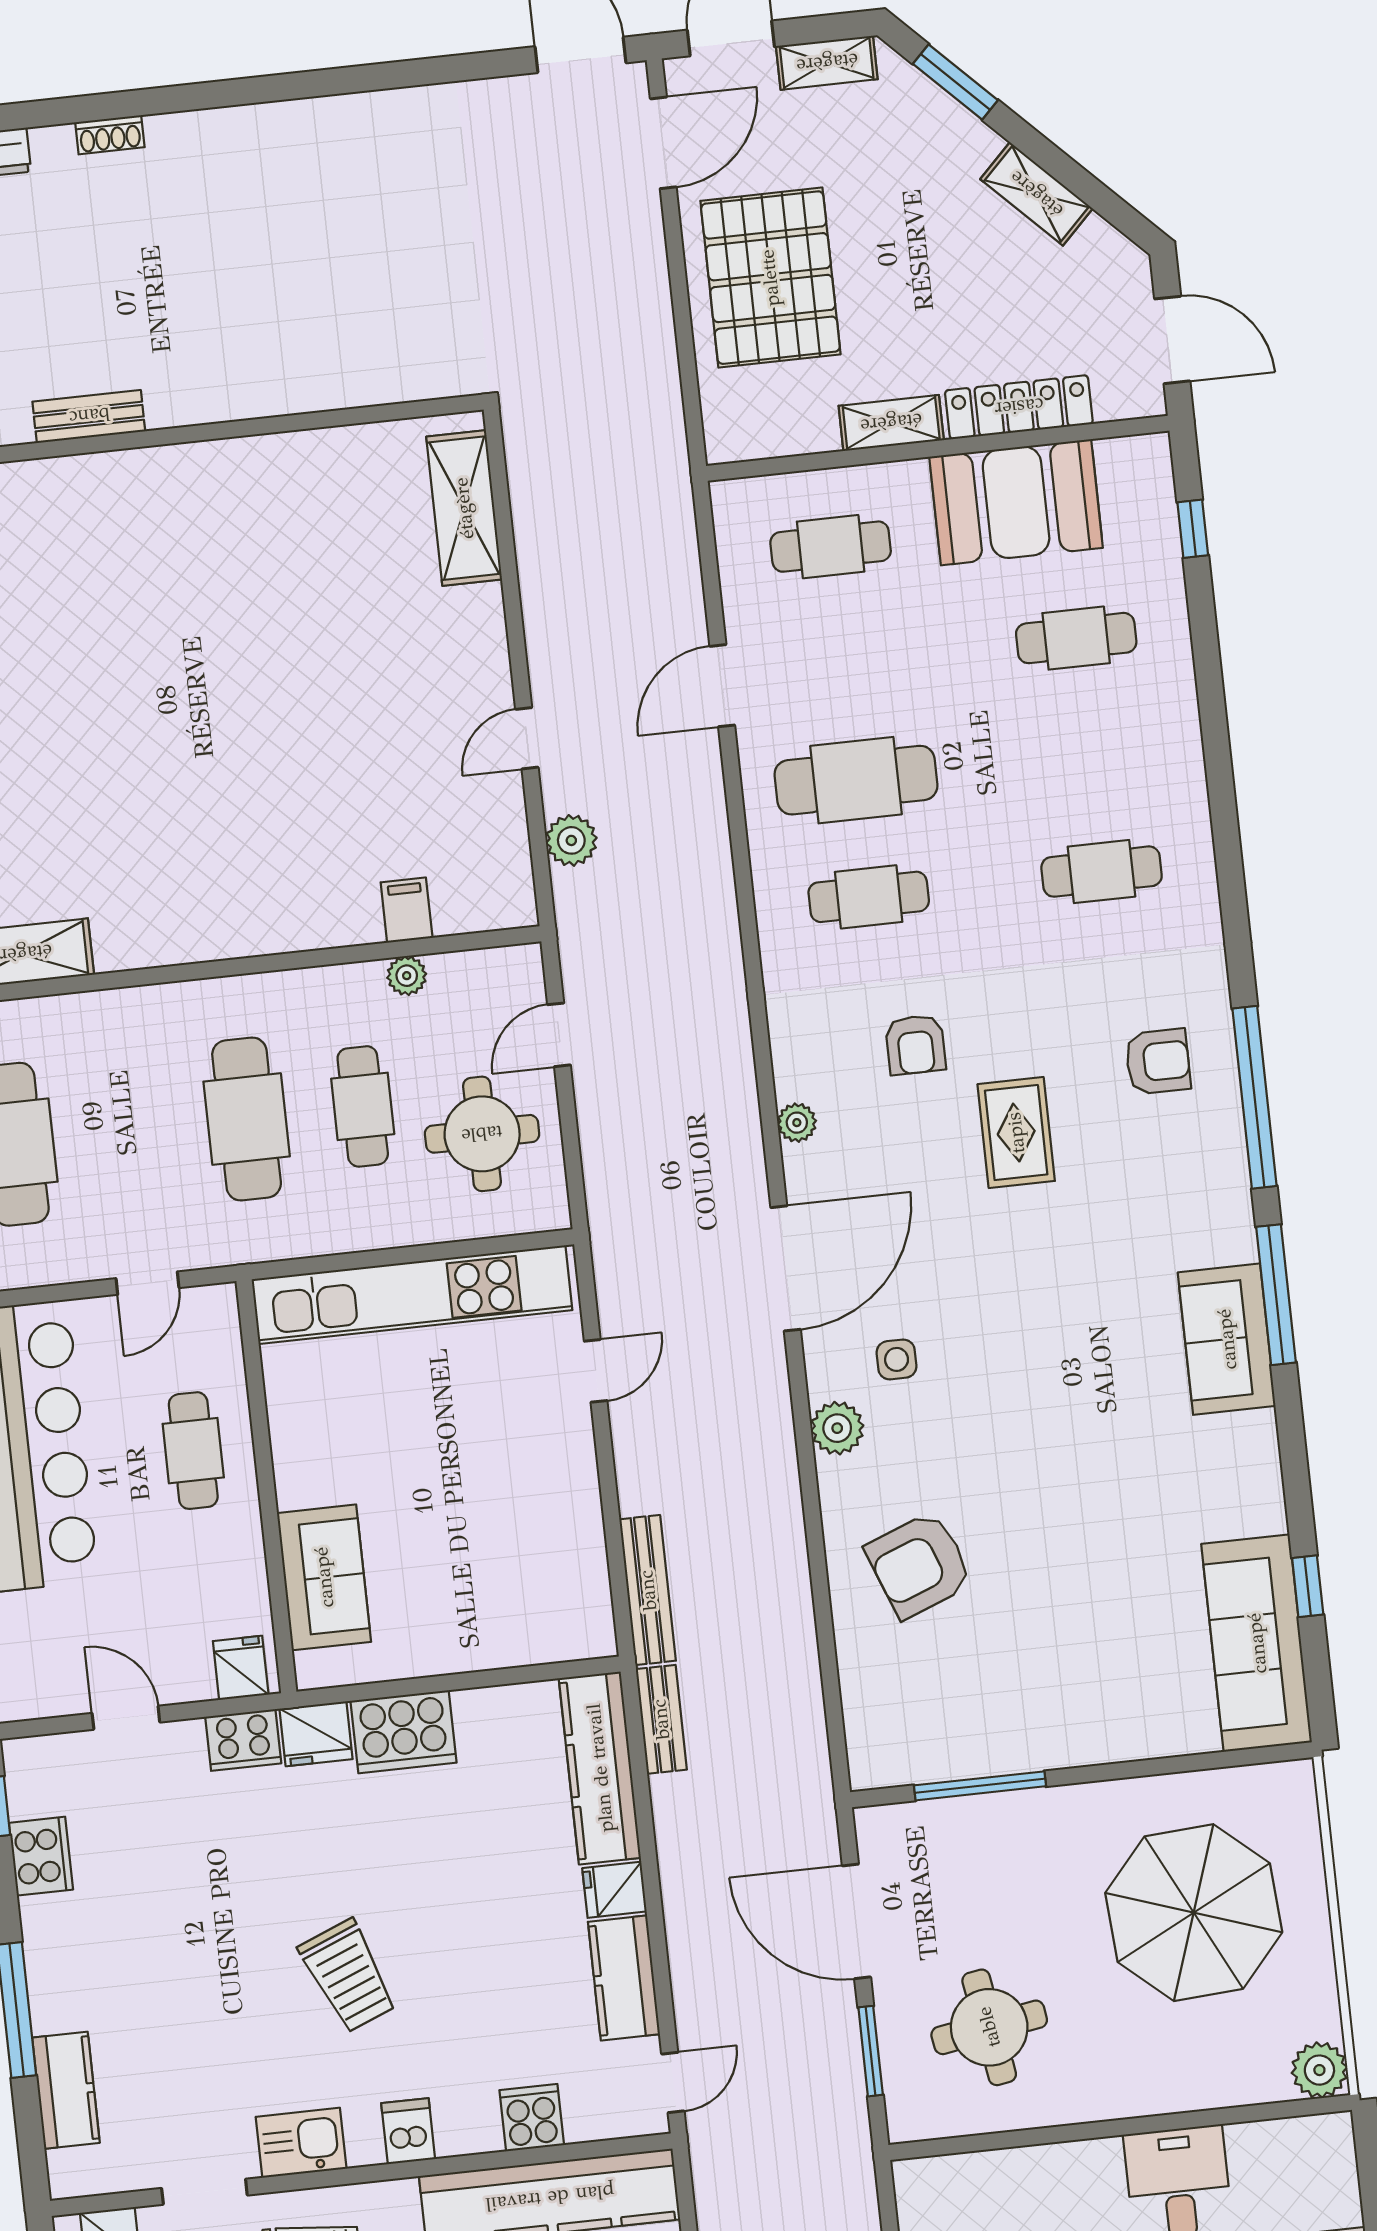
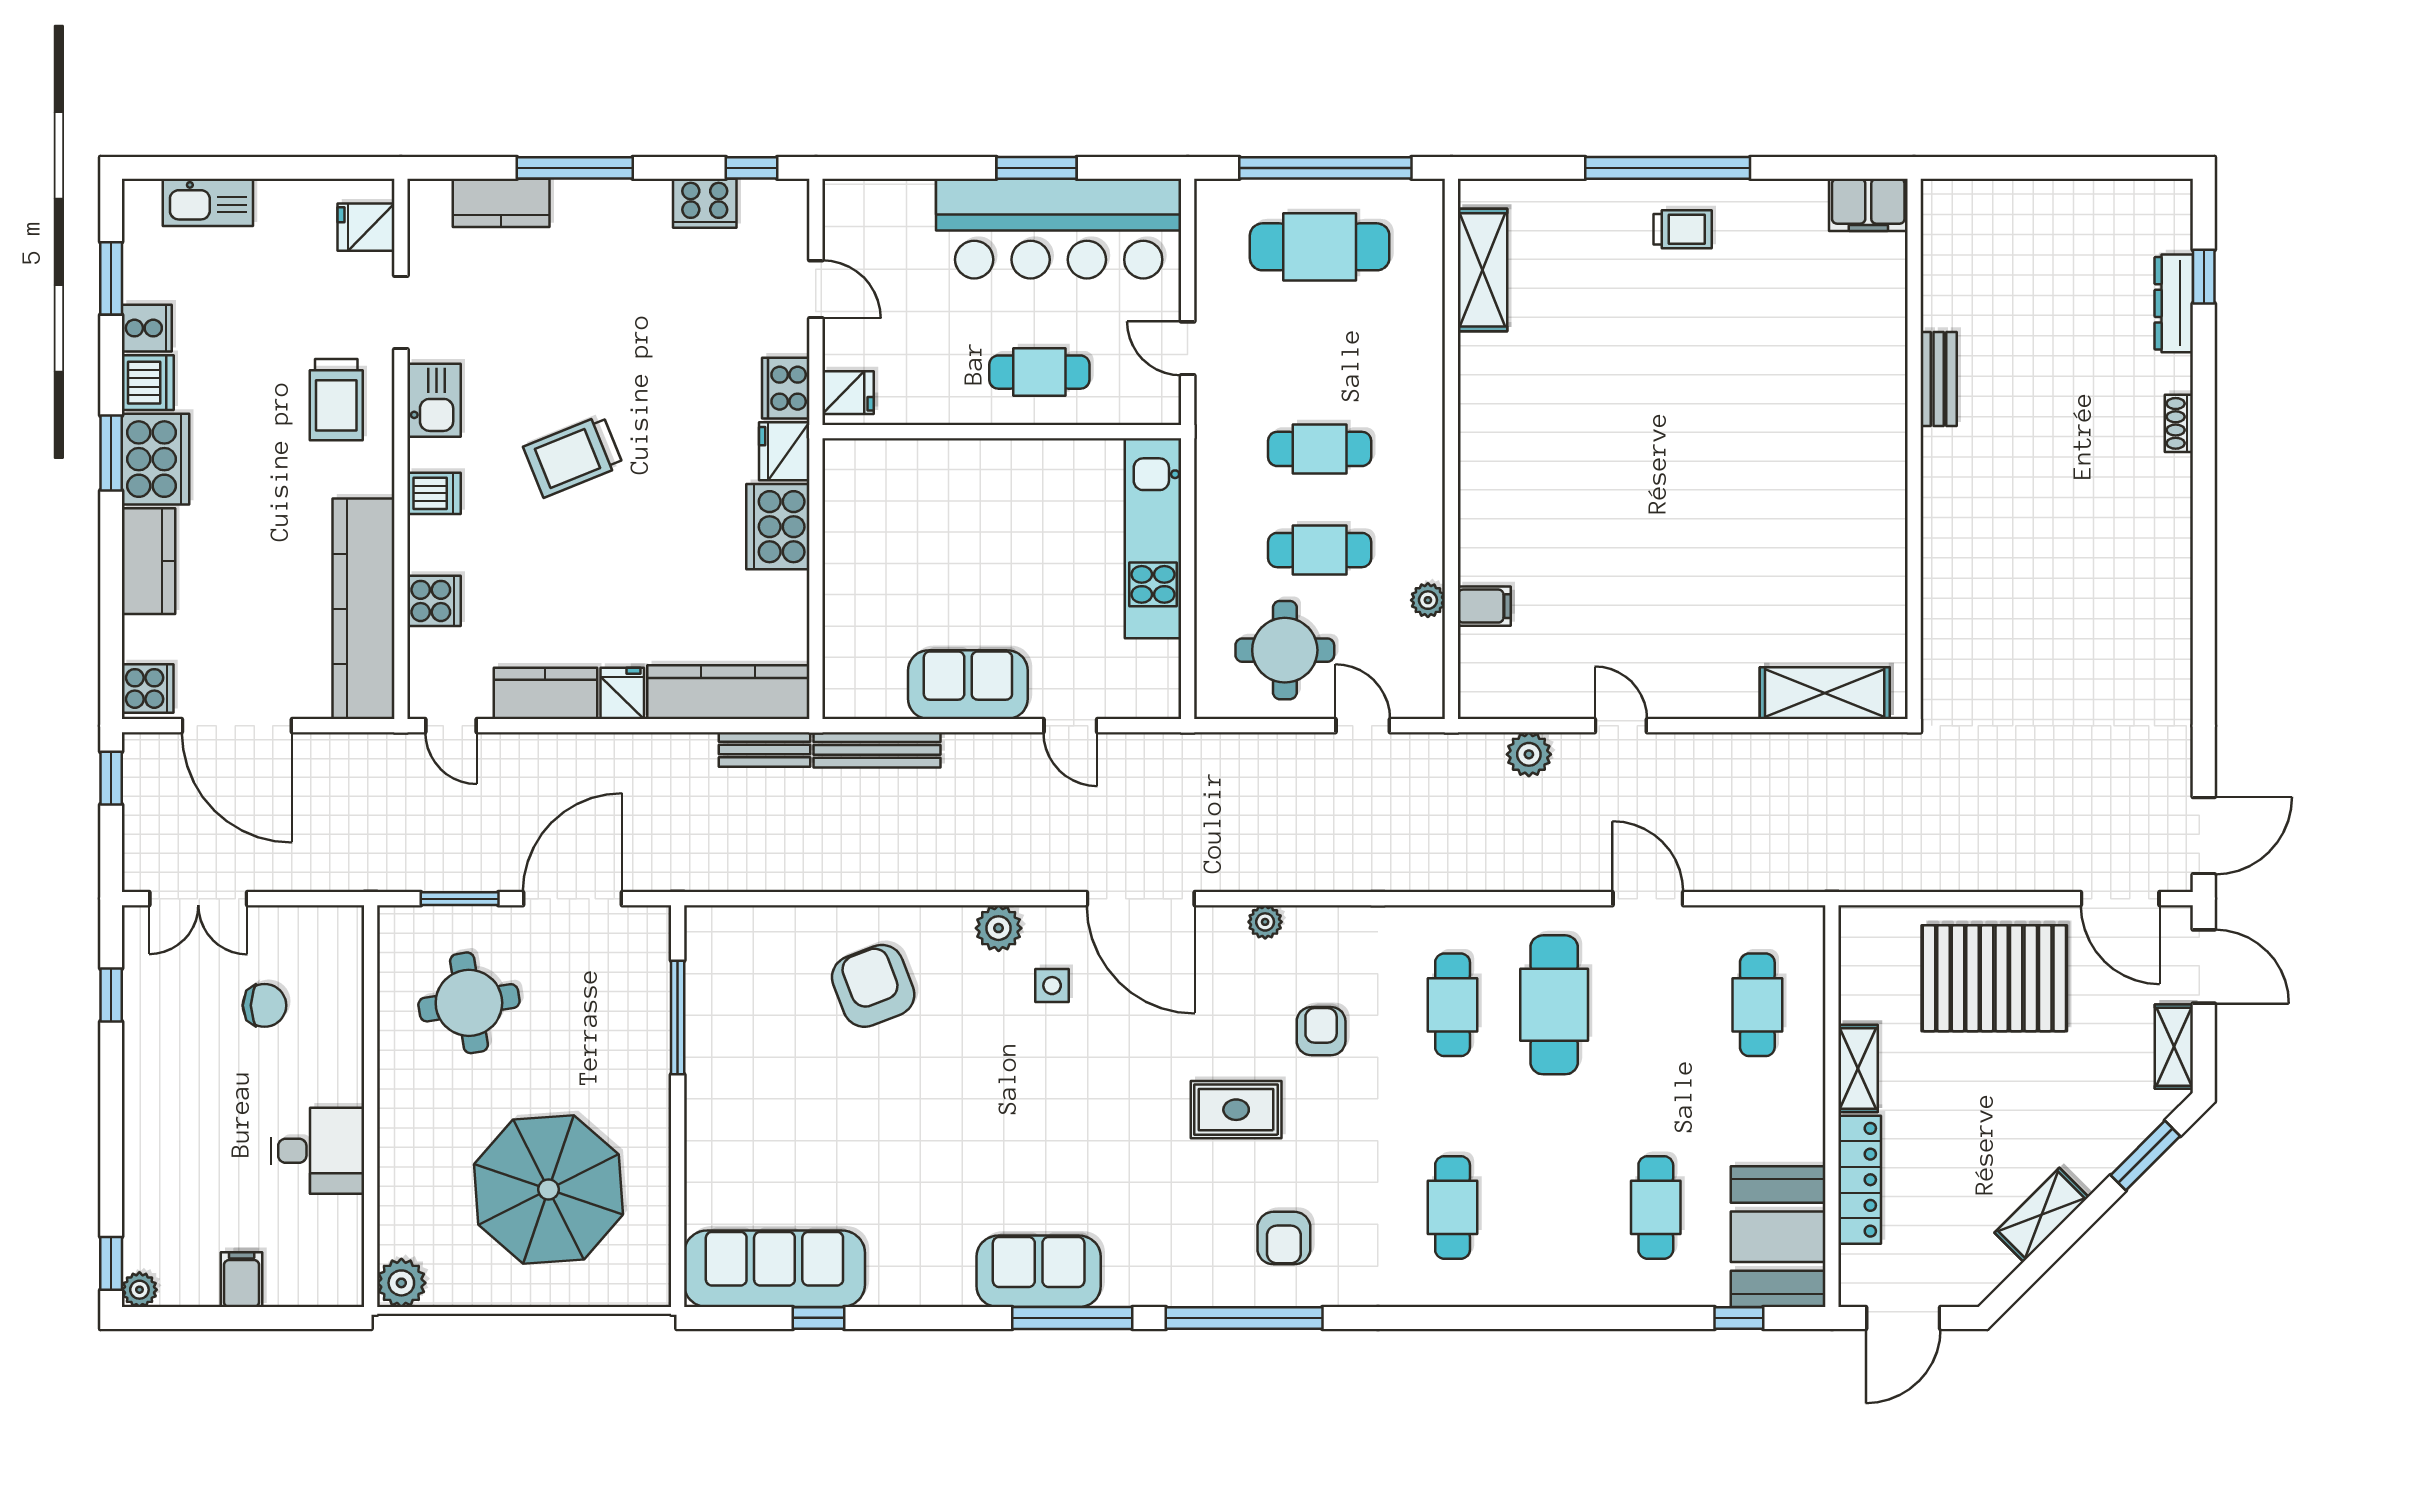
booth: (1016, 502) -> (1778, 1237), moved
armchair: (915, 1045) -> (1321, 1031), turned 90
cafe table: (247, 1119) -> (1320, 449), width x0.73, depth x0.74
kitchen unit: (412, 1295) -> (1153, 538), width x0.73
sofa: (324, 1577) -> (968, 685), moved, turned 180
door: (126, 1718) -> (816, 289), hinge flipped

